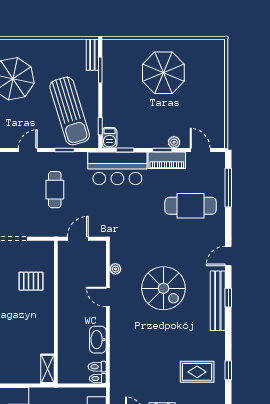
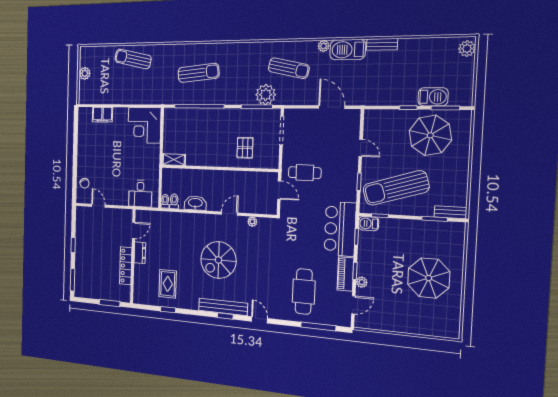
cafe table: (55, 190) -> (305, 173), moved
spiral stairs: (163, 288) -> (218, 260), moved

